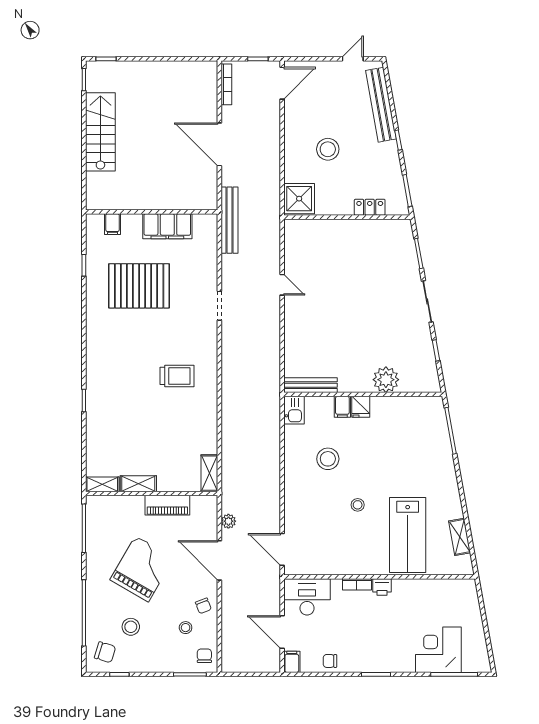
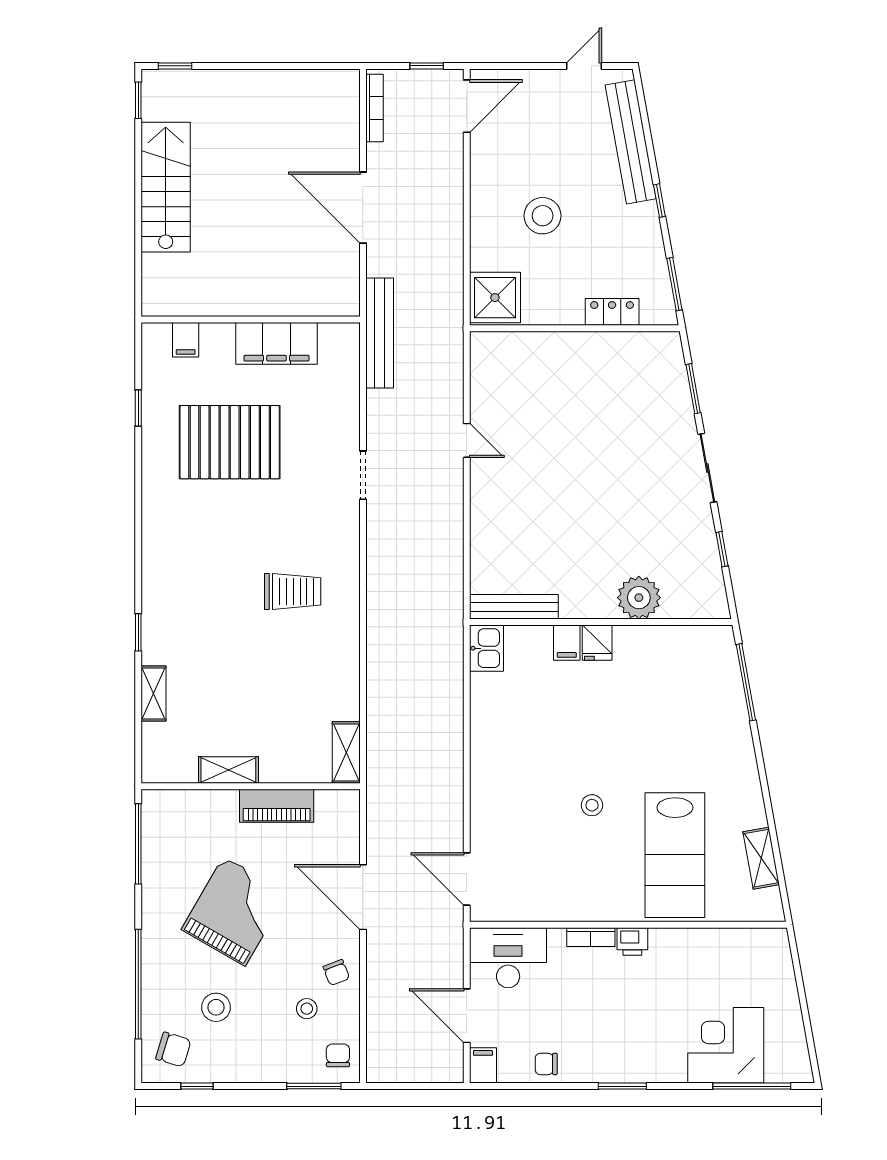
stool: (328, 459) -> (543, 729), removed
shelving: (102, 484) -> (154, 693), moved, turned 90
plant: (228, 521) -> (378, 832), removed

